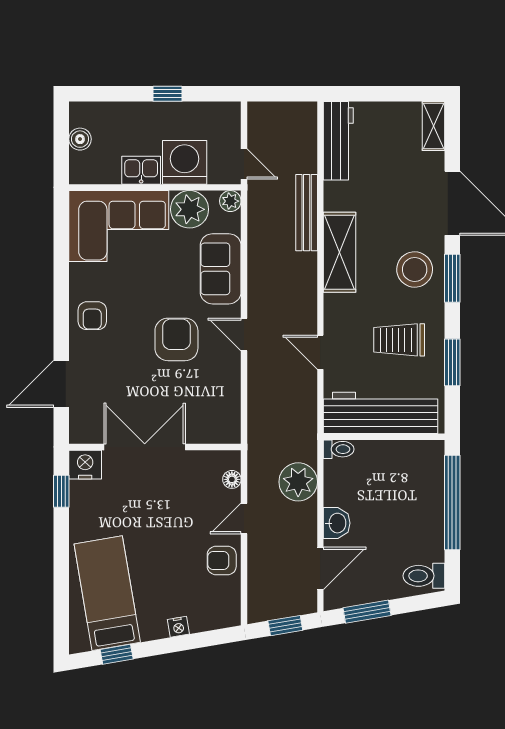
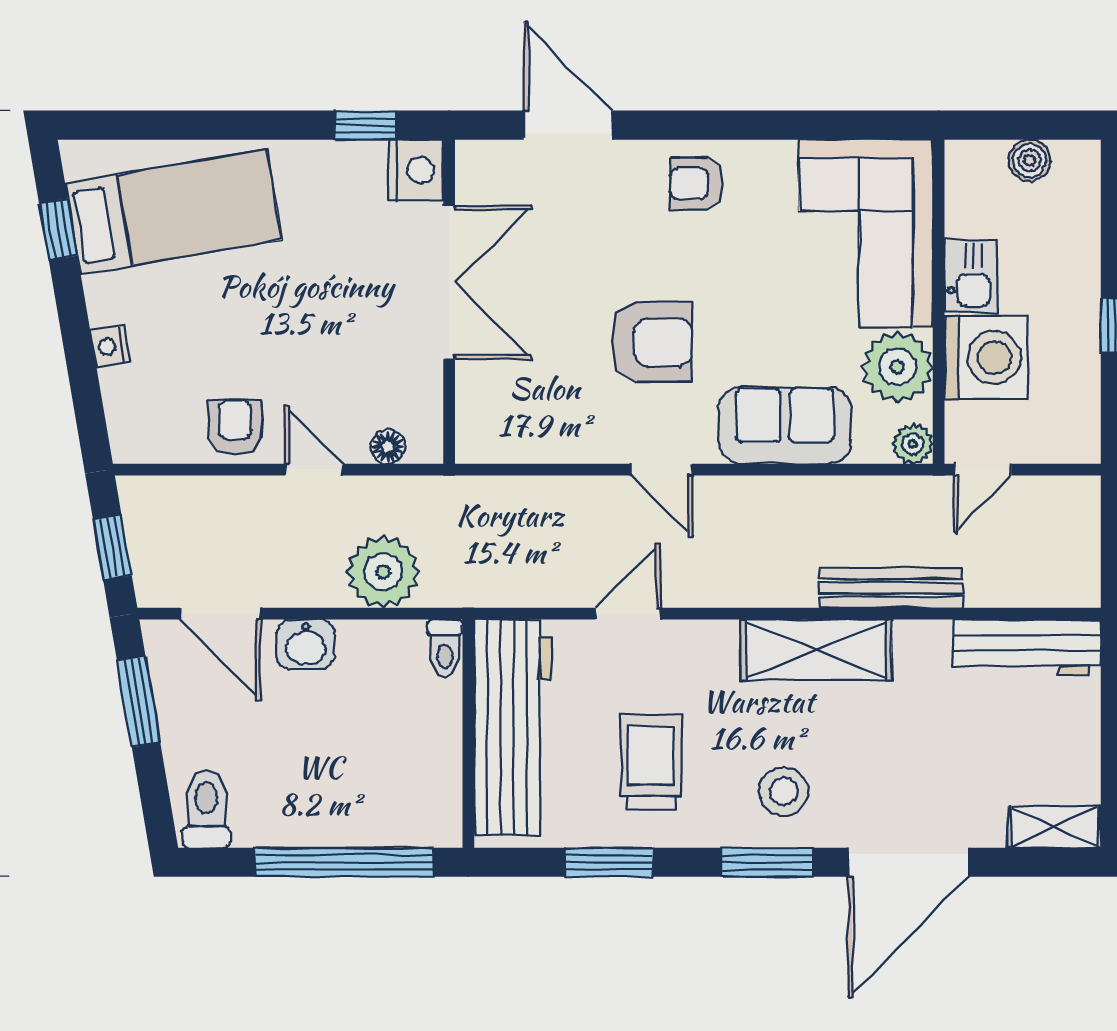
stool: (415, 269) -> (784, 791), width x0.73, depth x0.73
door: (244, 334) -> (661, 470), swing flipped

